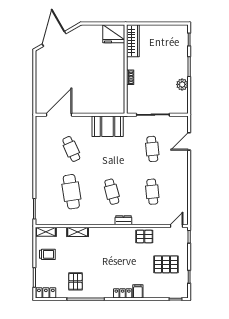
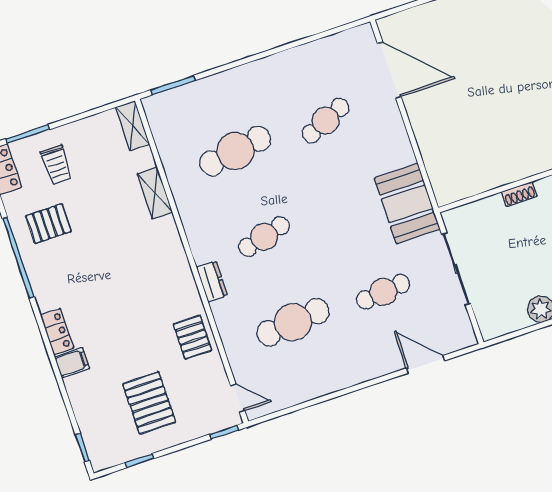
booth: (108, 126) -> (407, 204), moved
cafe table: (152, 192) -> (293, 322), width x1.37, depth x1.35
trolley: (47, 254) -> (56, 165), moved

